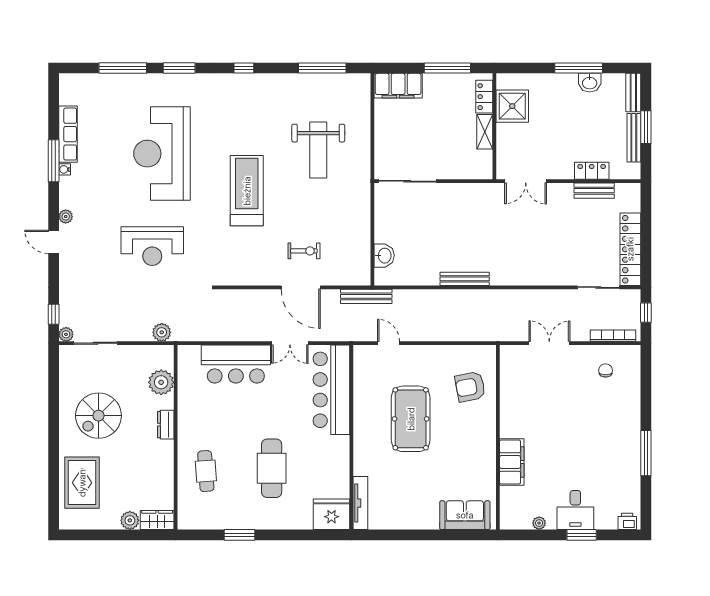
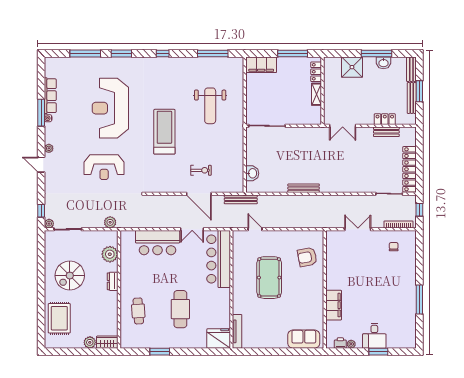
shower: (512, 106) -> (352, 67), moved
printer: (627, 521) -> (340, 343), moved

